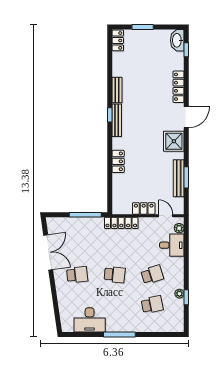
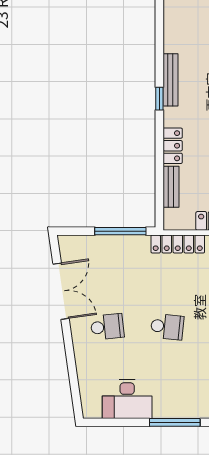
bench: (117, 90) -> (171, 187), moved
window: (110, 115) -> (159, 99), moved

